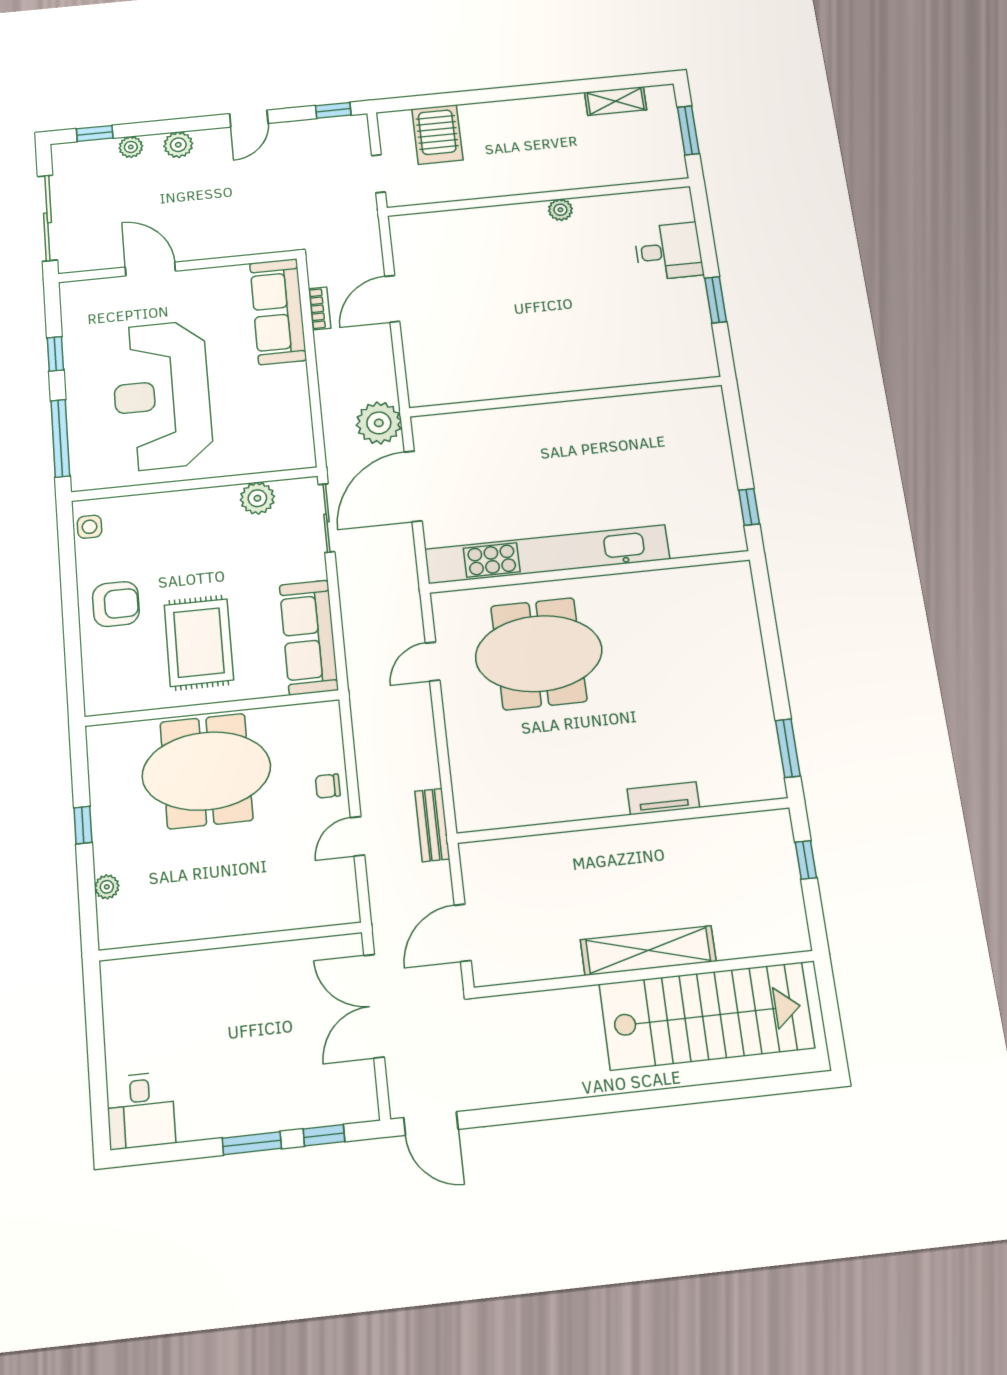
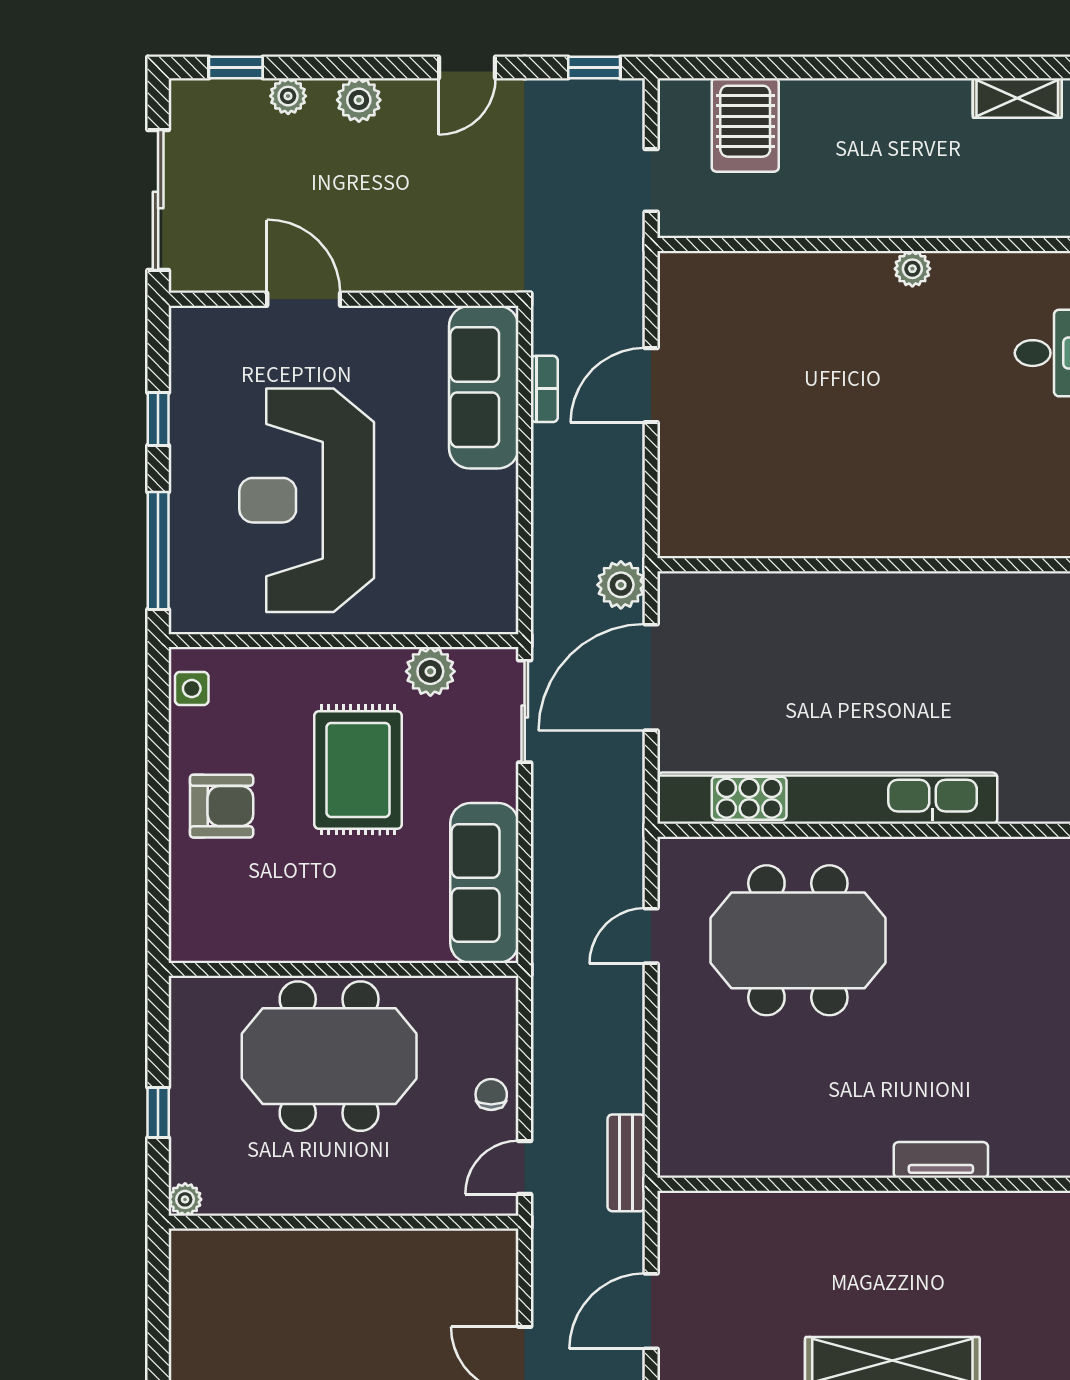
plant: (379, 423) -> (621, 585), width x0.73, depth x0.73
rug: (199, 643) -> (358, 770), moved
chair: (328, 786) -> (491, 1094), turned 90
wall: (230, 941) -> (343, 1222), moved

